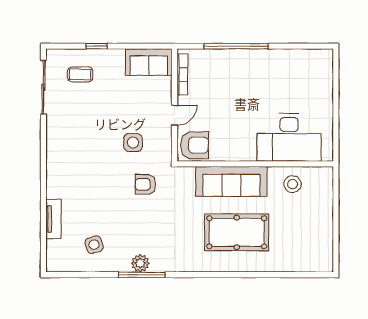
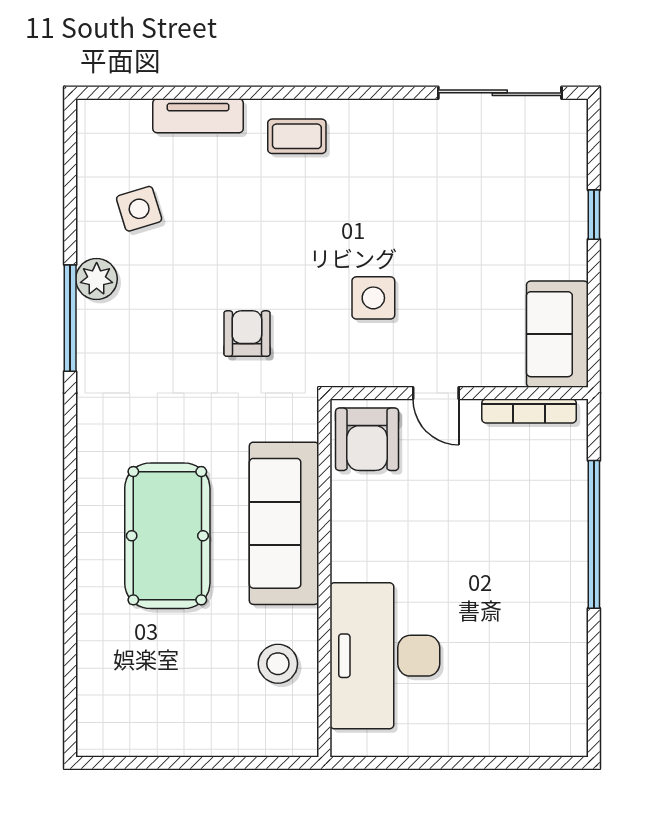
coffee table: (80, 74) -> (297, 136), moved, turned 90
armchair: (145, 184) -> (247, 334), moved
plant: (140, 263) -> (97, 279), moved

